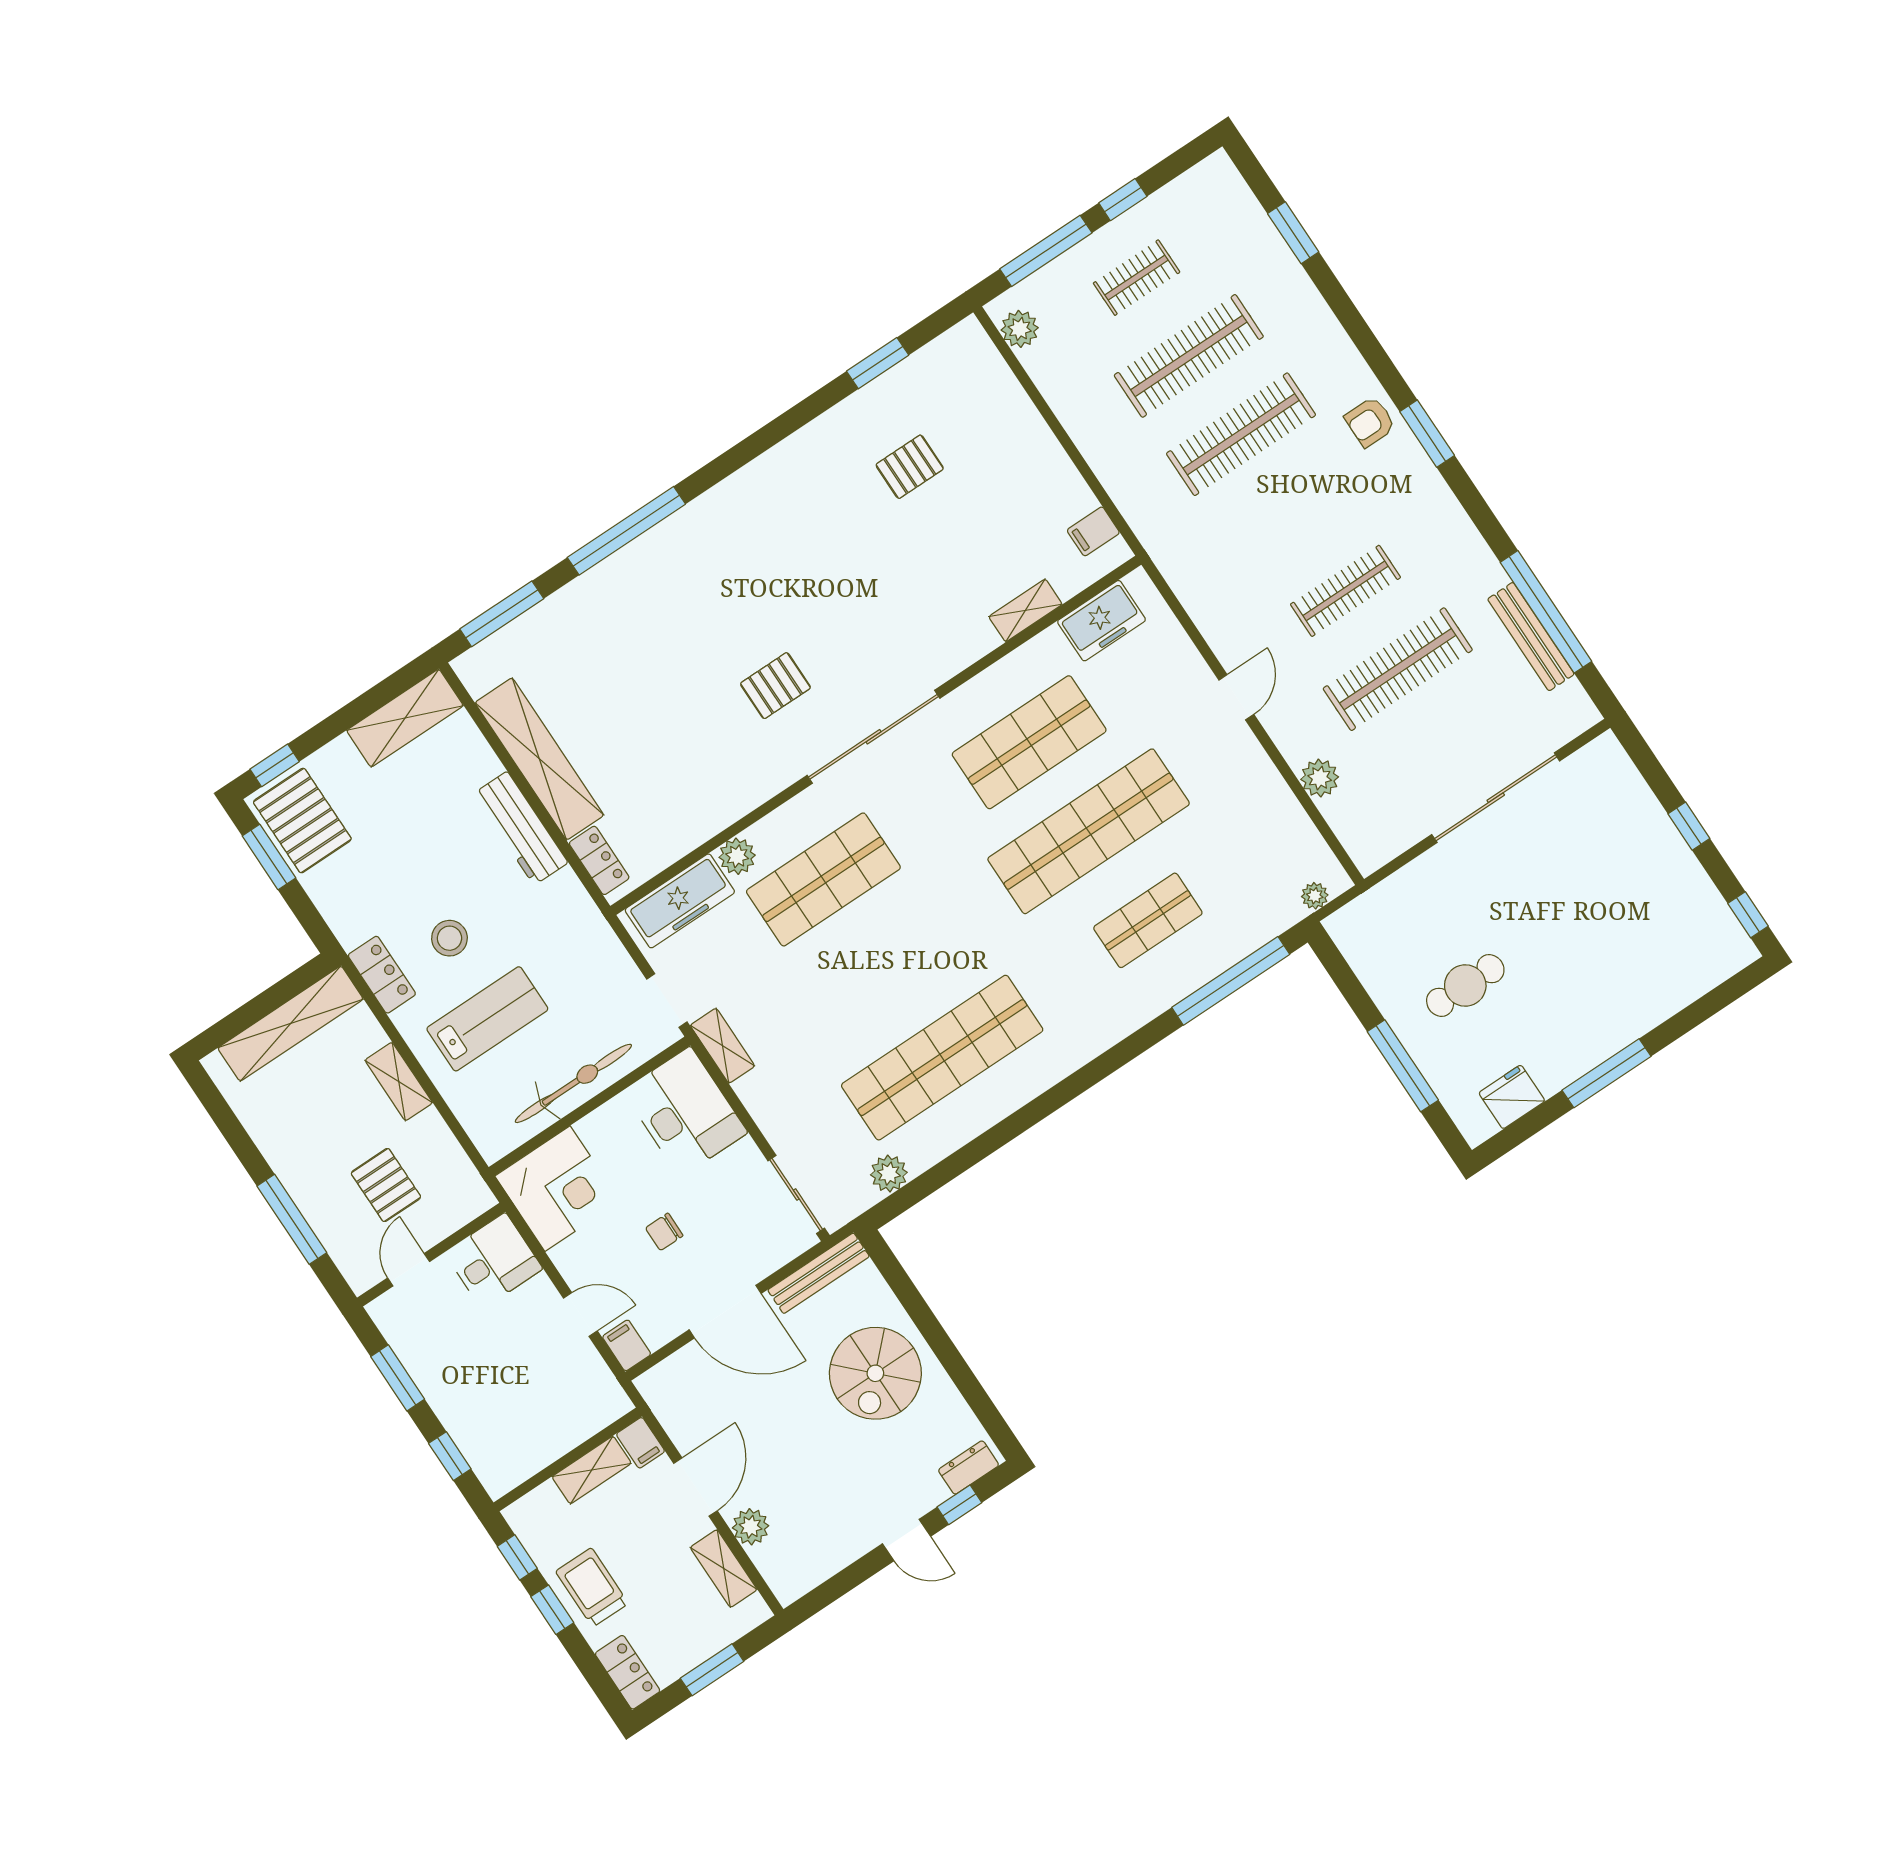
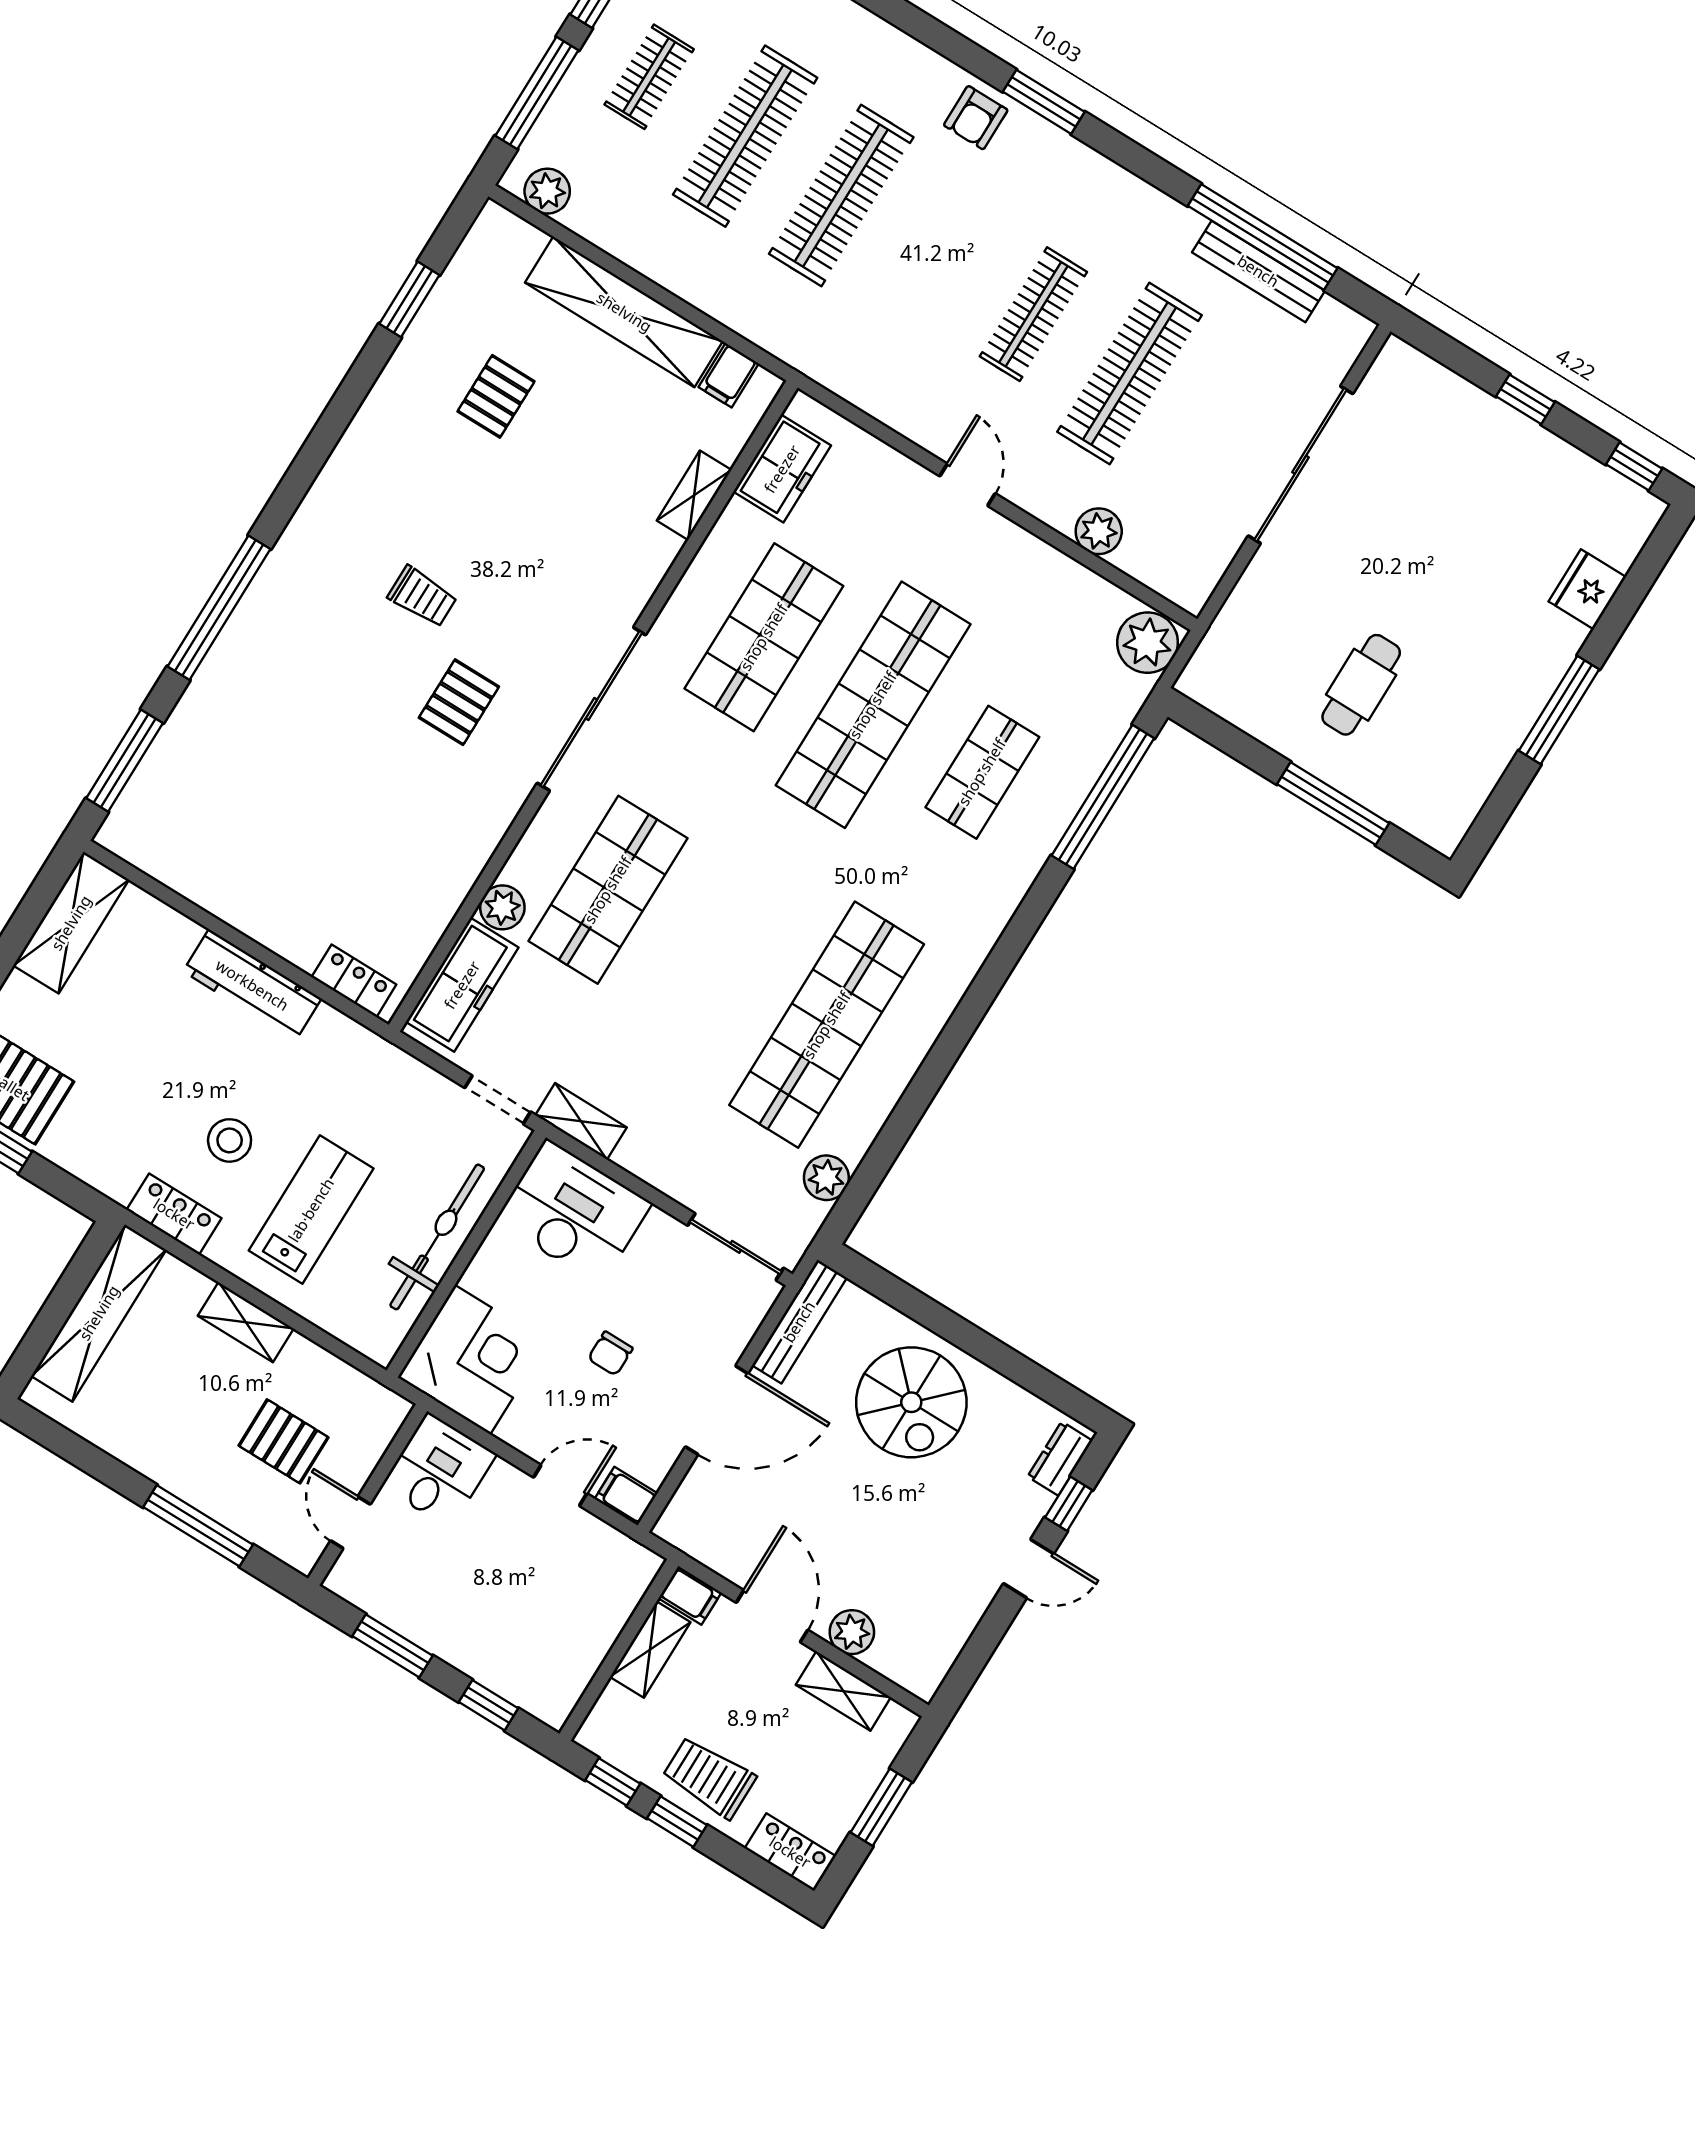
trolley: (784, 593) -> (422, 597), added
shelving: (539, 759) -> (624, 312), moved
plant: (1315, 896) -> (1148, 643), width x1.88, depth x1.88
fridge: (1512, 1097) -> (1587, 589), moved

